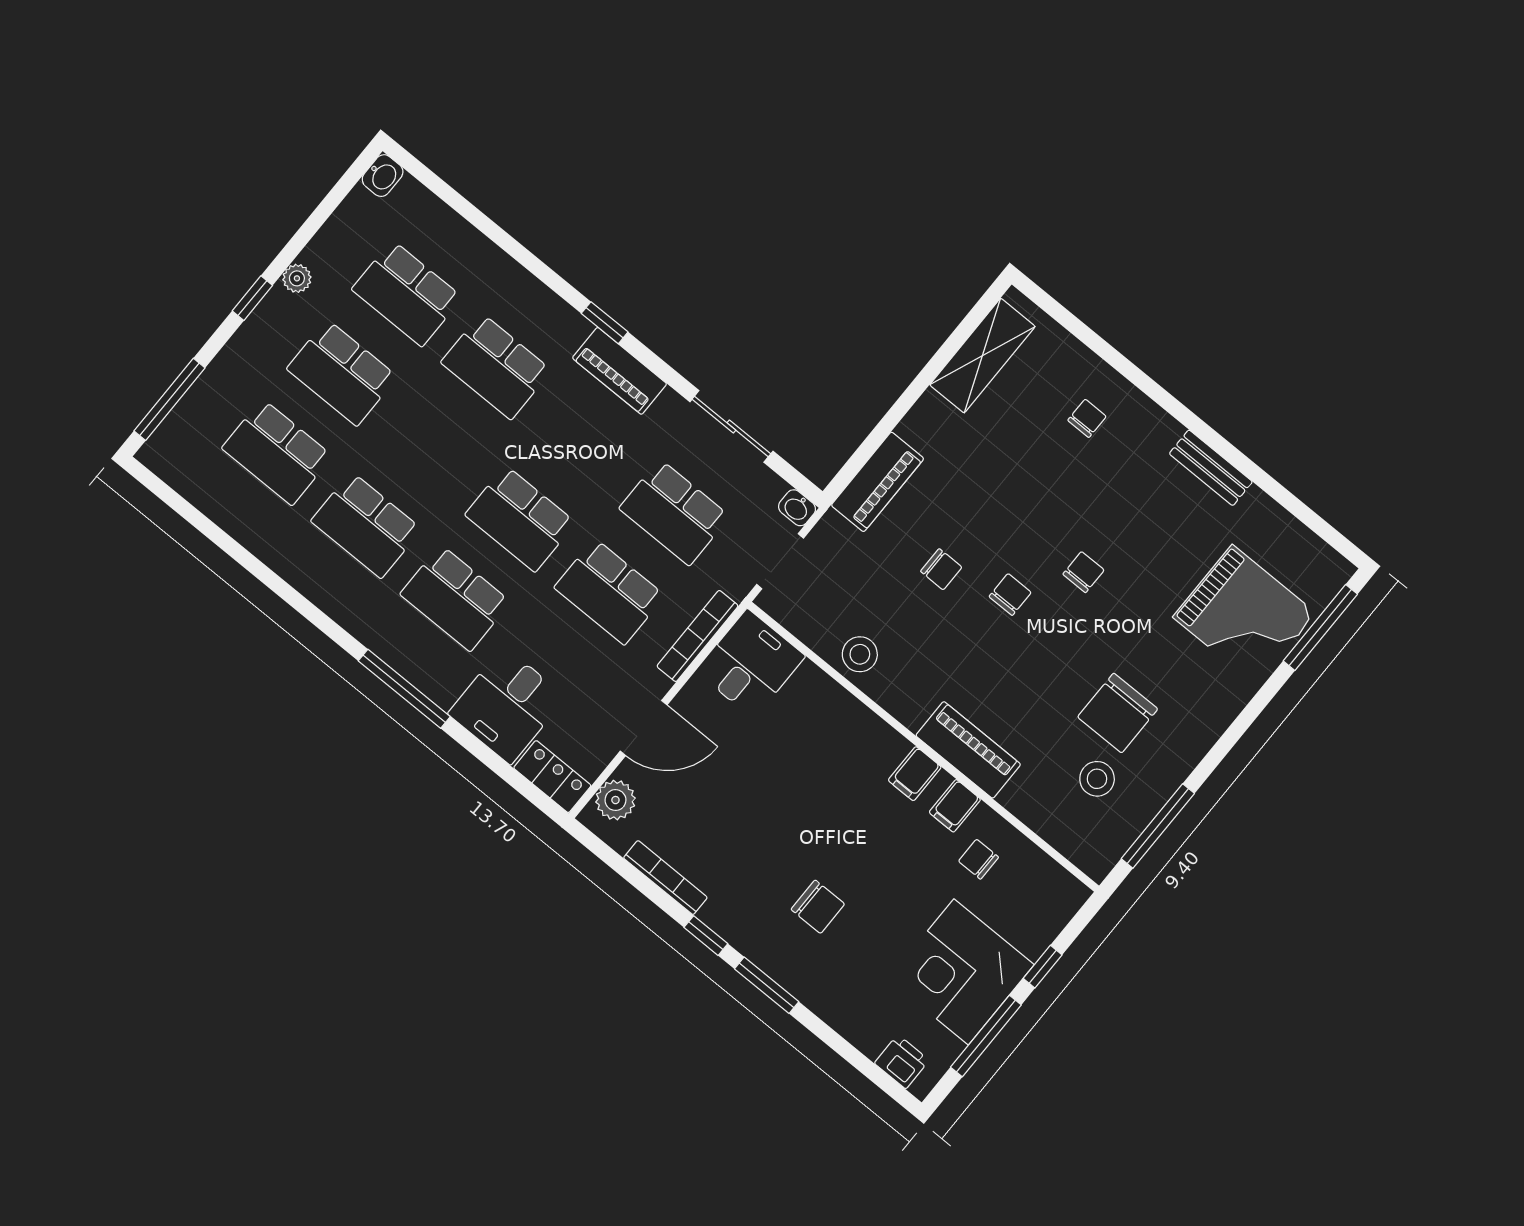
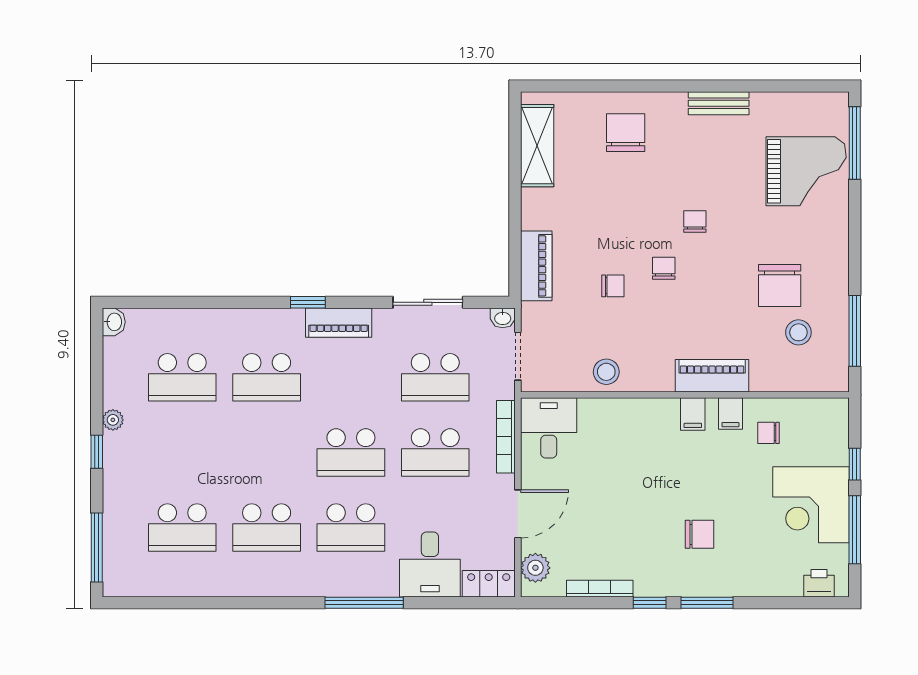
school desk: (342, 373) -> (182, 452), removed
chair: (1087, 418) -> (626, 133), width x1.87, depth x1.87

